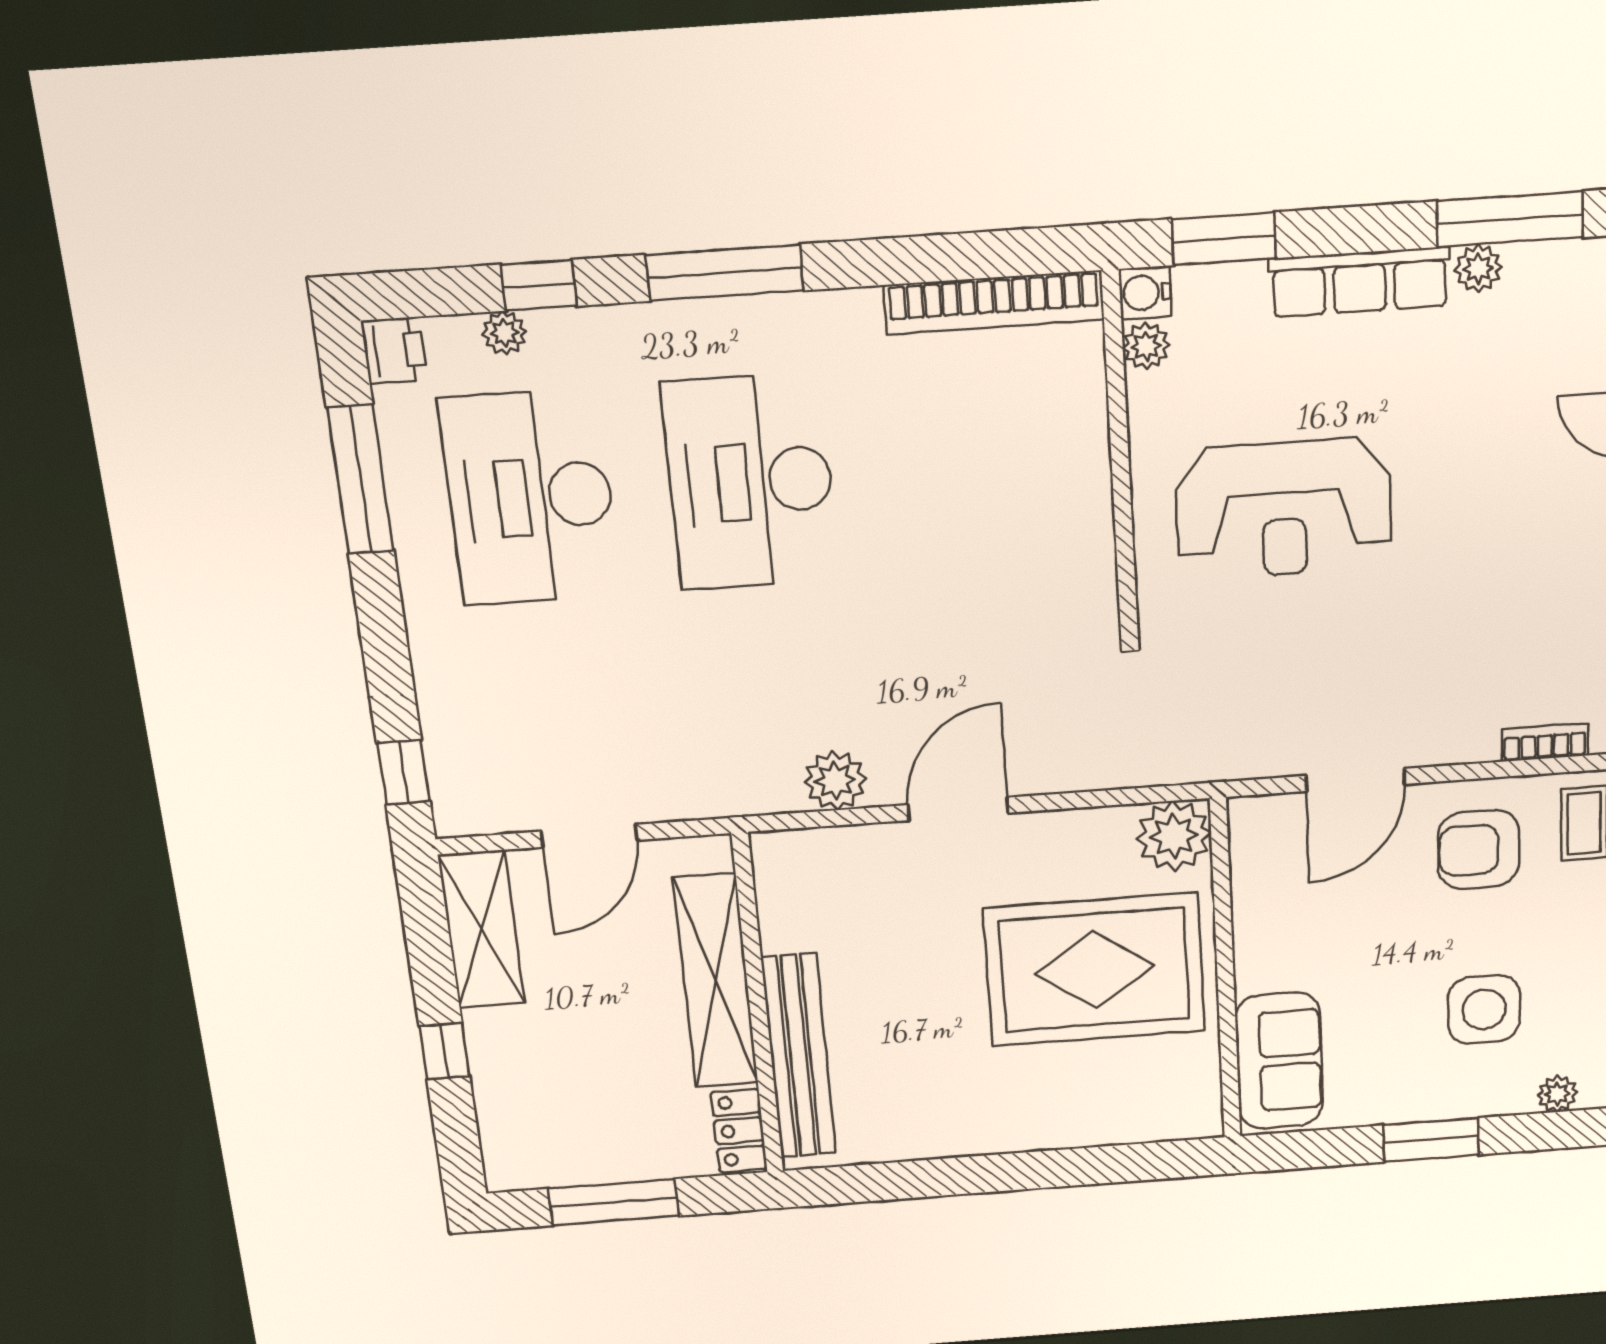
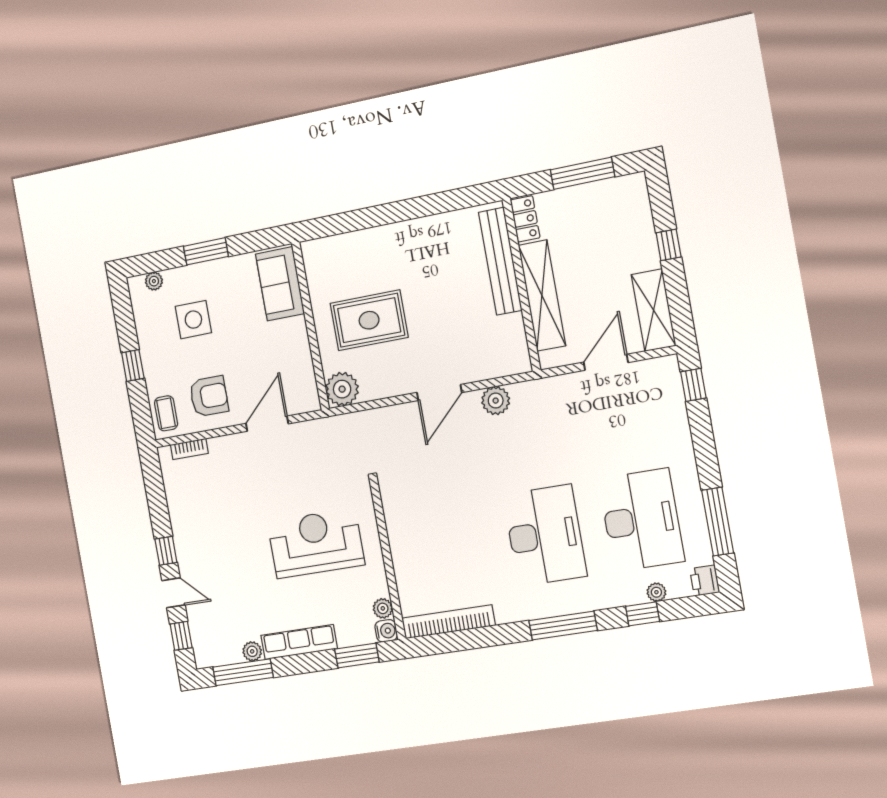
rug: (1095, 970) -> (369, 320), width x0.73, depth x0.69

